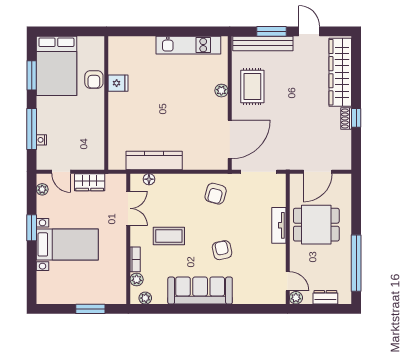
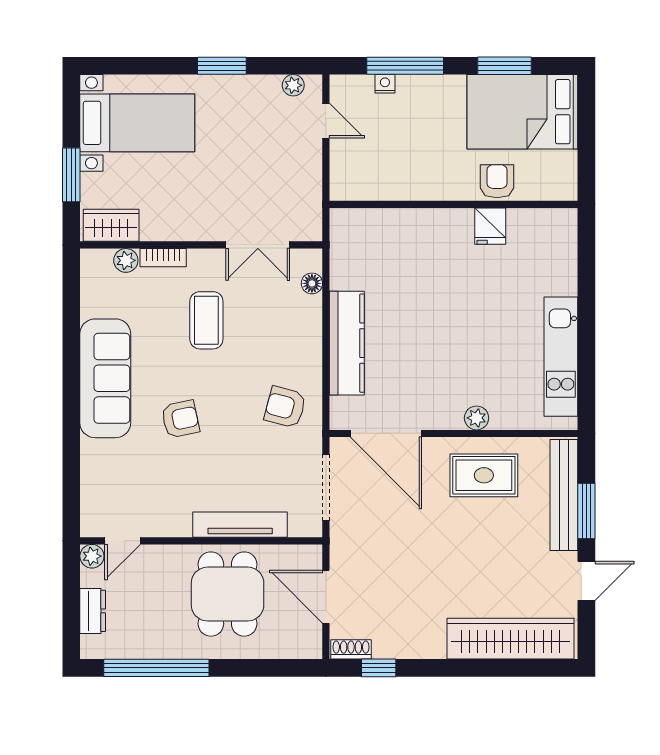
armchair: (94, 80) -> (497, 181), turned 90
shoe rack: (346, 118) -> (351, 649), moved
window: (356, 118) -> (379, 668), moved
kitchen counter: (154, 160) -> (347, 343), moved
door: (61, 172) -> (326, 121), swing flipped
wardrobe: (90, 182) -> (111, 225), moved, turned 90
tv unit: (279, 225) -> (240, 525), width x1.41
bed with nightstands: (67, 244) -> (137, 123), moved, turned -90
plant: (145, 298) -> (91, 277), removed

